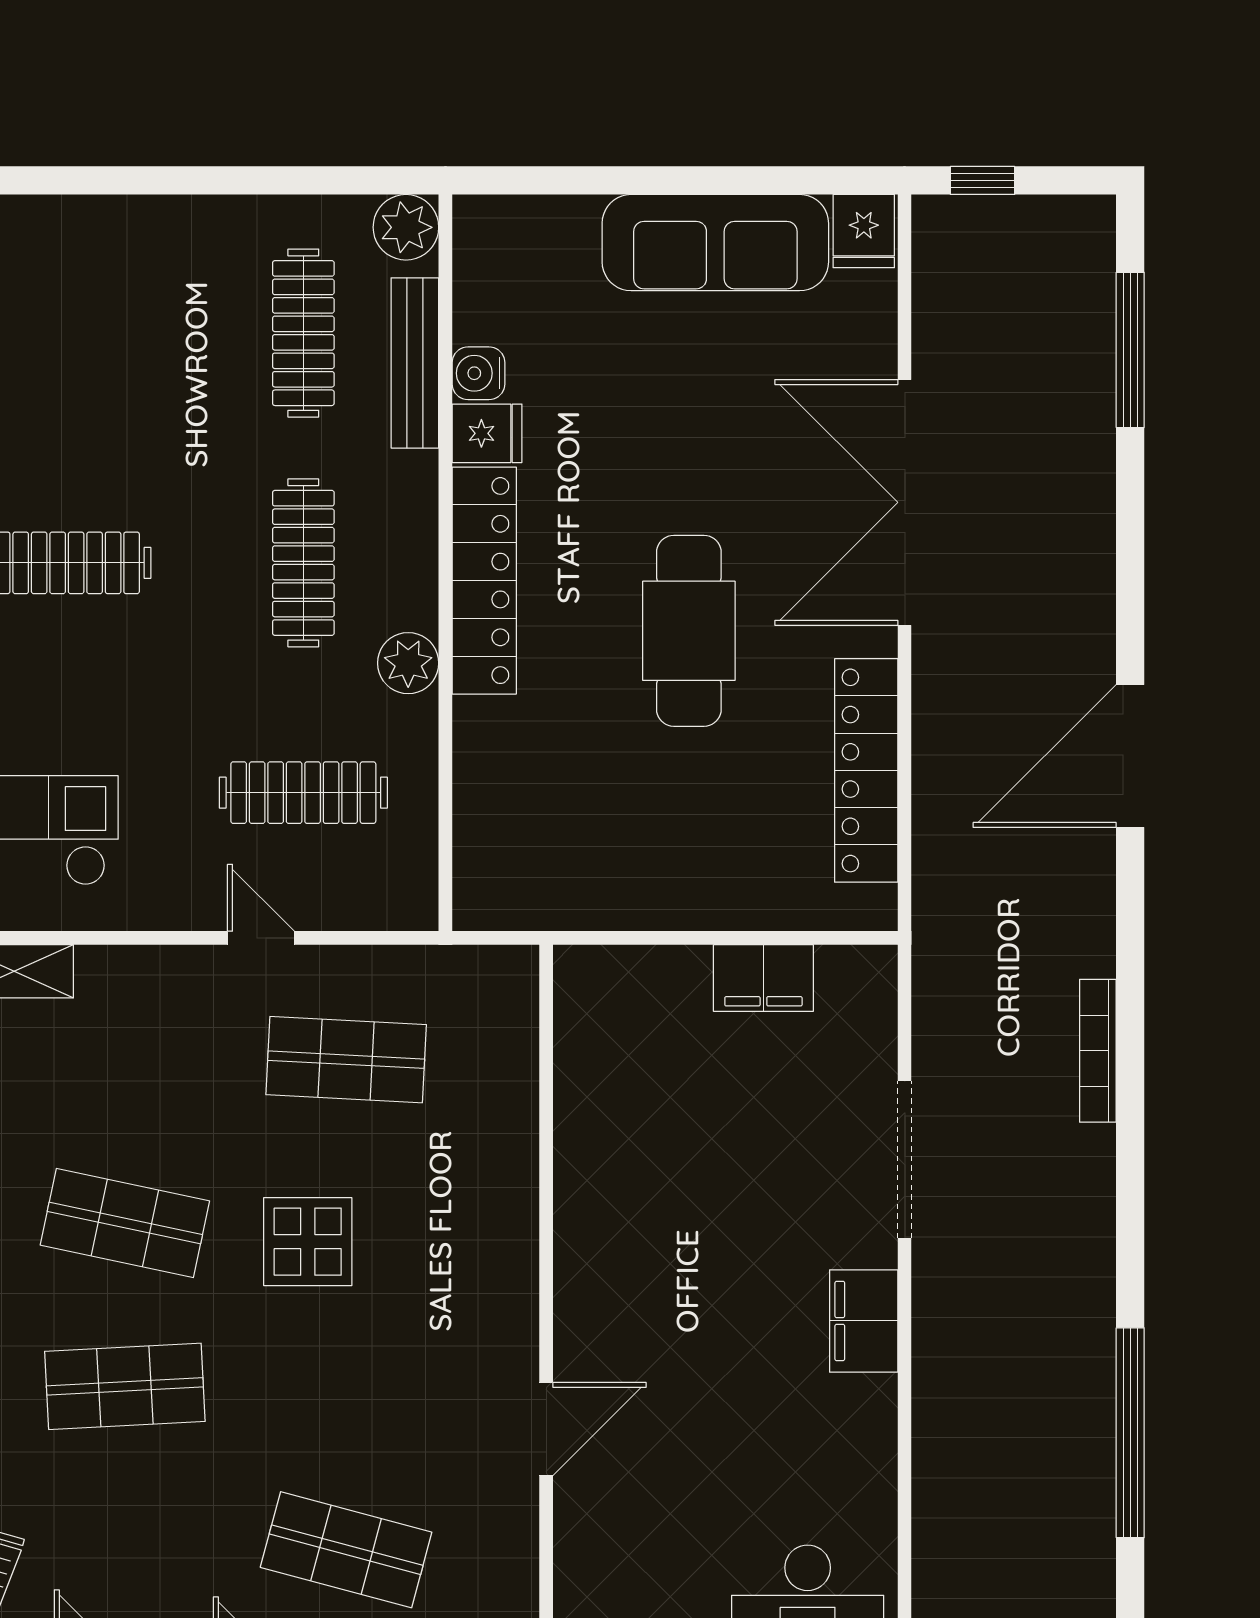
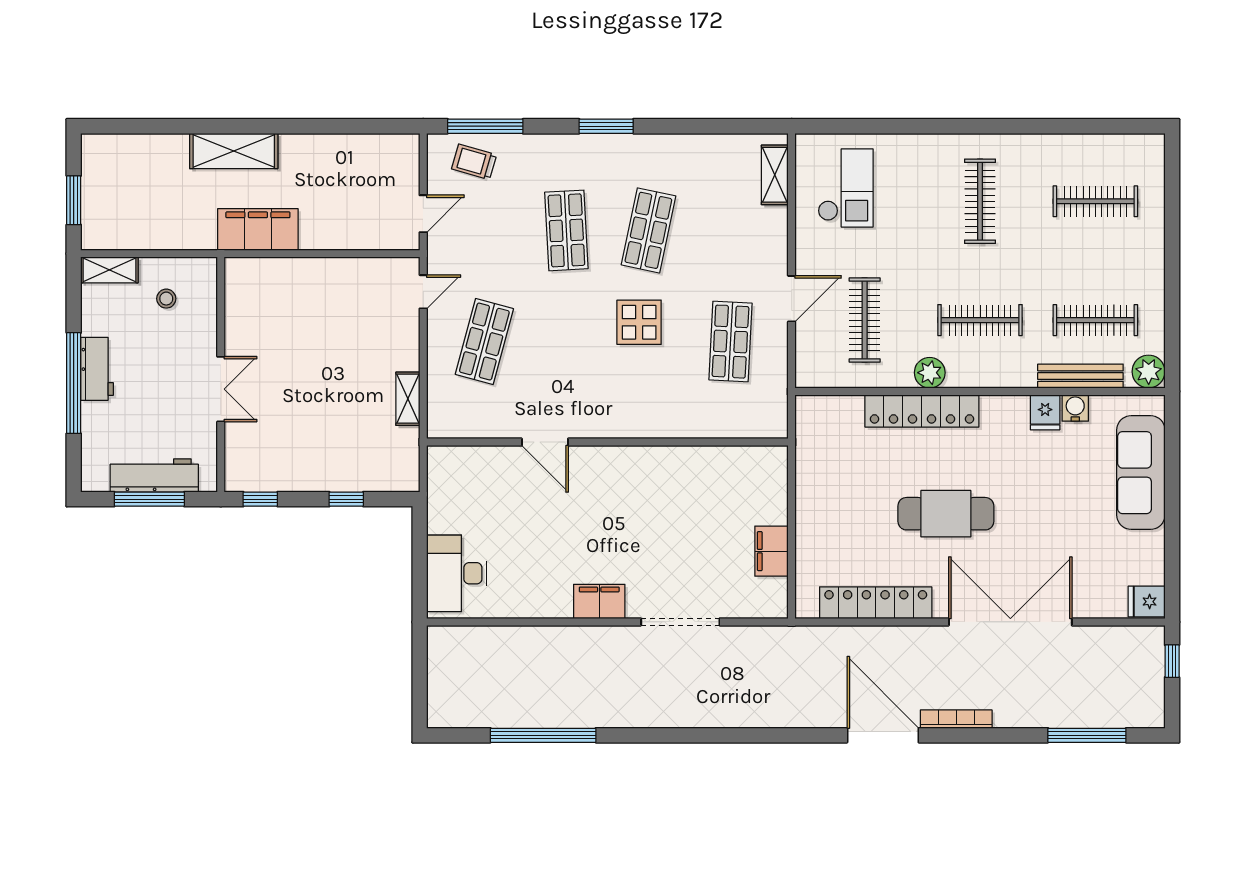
sofa: (715, 243) -> (1141, 473), moved
clothes rail: (67, 333) -> (1095, 201), added
locker: (484, 581) -> (922, 411), moved
door: (261, 938) -> (792, 299), width x1.38
bookcase: (1098, 1051) -> (956, 719), moved

